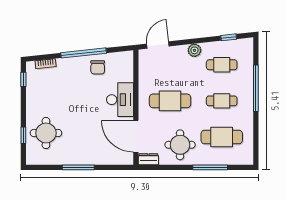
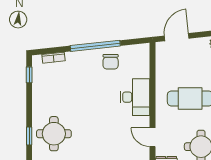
door: (136, 136) -> (152, 137), width x0.53

